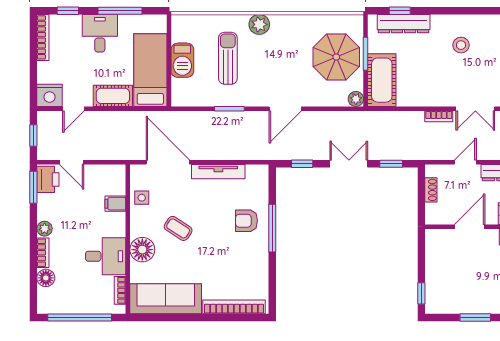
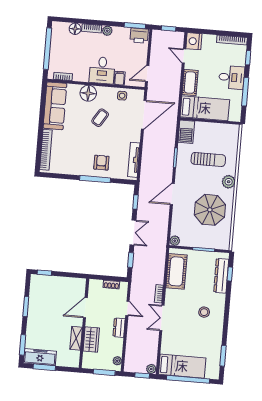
parasol: (336, 57) -> (210, 210), moved
barbecue: (182, 60) -> (186, 132), moved, turned -90
cot: (382, 80) -> (176, 271), moved, turned 90
door: (285, 109) -> (172, 194), hinge flipped
door: (72, 162) -> (147, 74), moved
tv unit: (218, 172) -> (134, 160), moved
door: (470, 227) -> (85, 308), swing flipped
desk: (106, 256) -> (102, 70), moved

